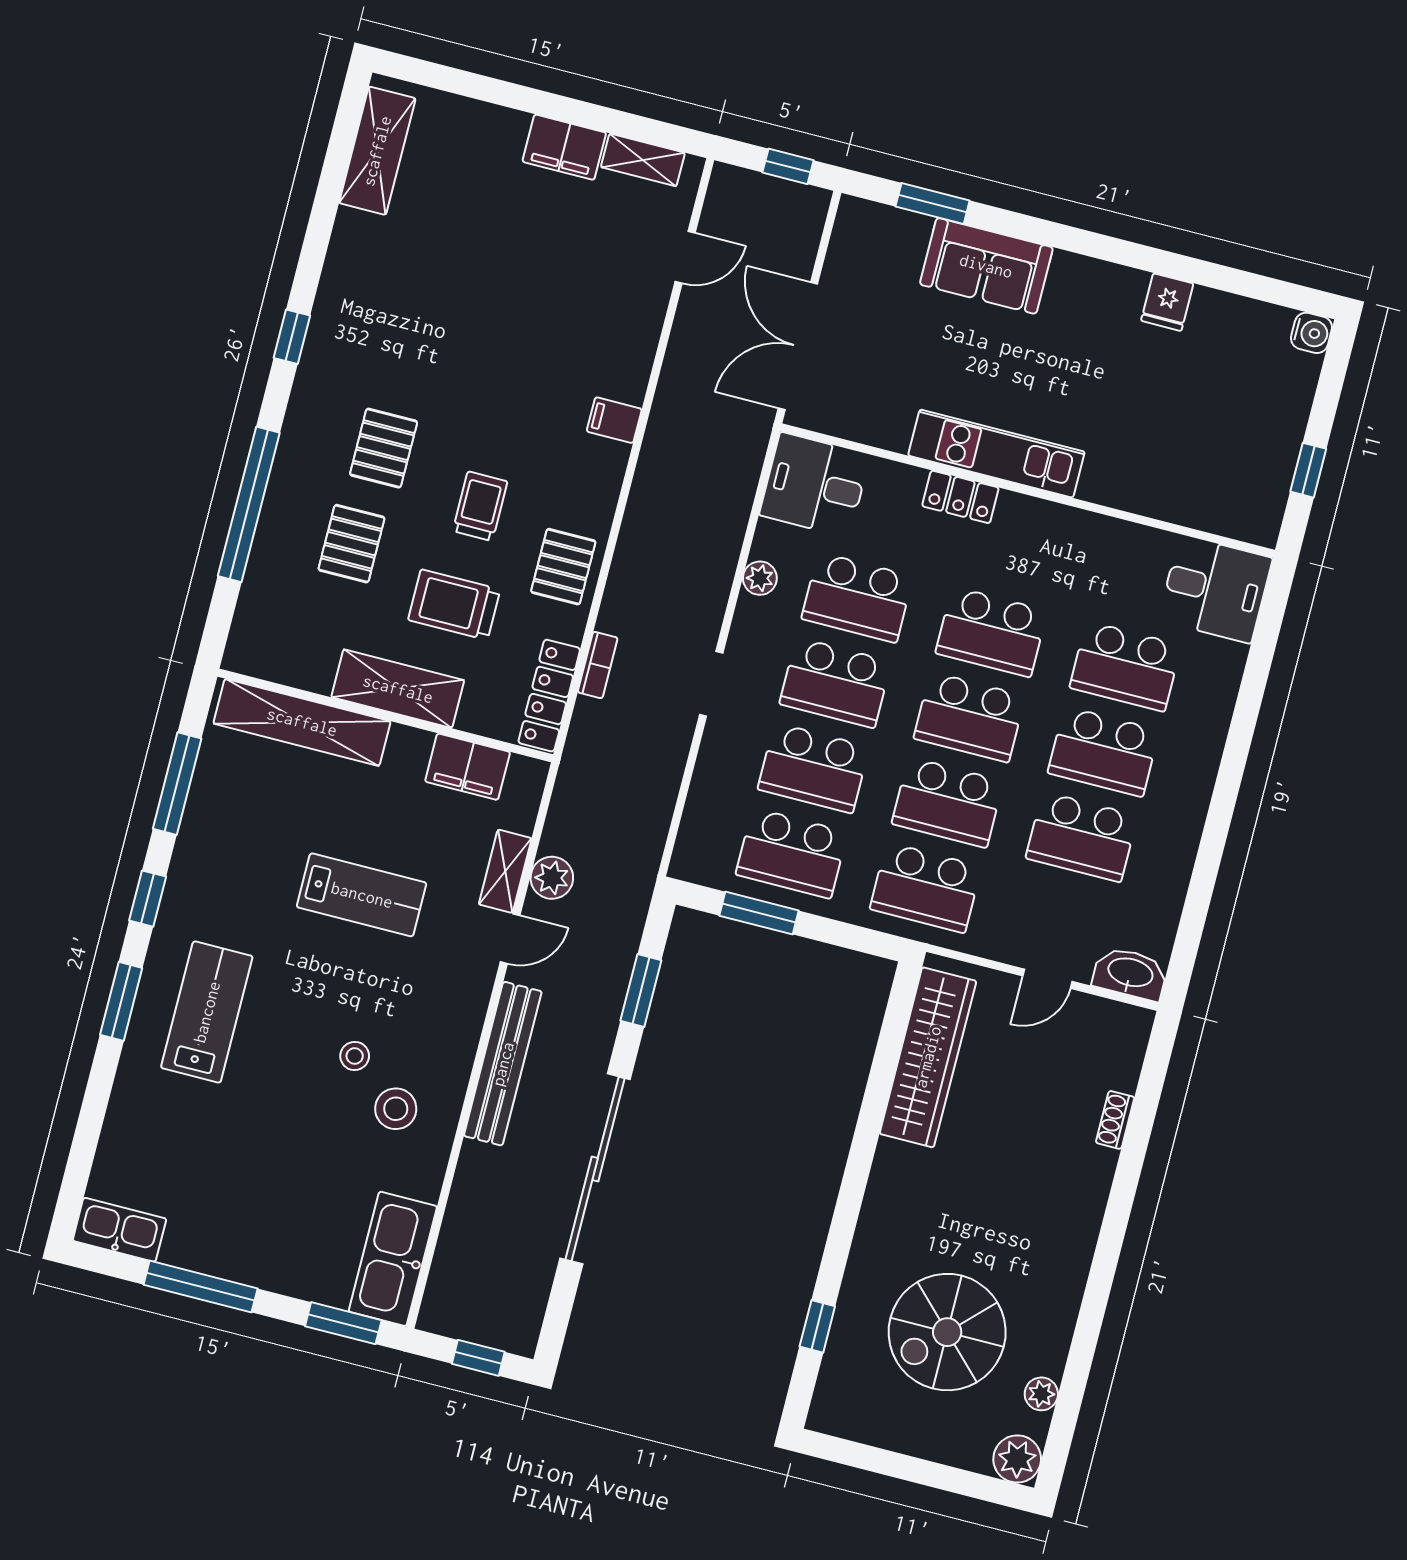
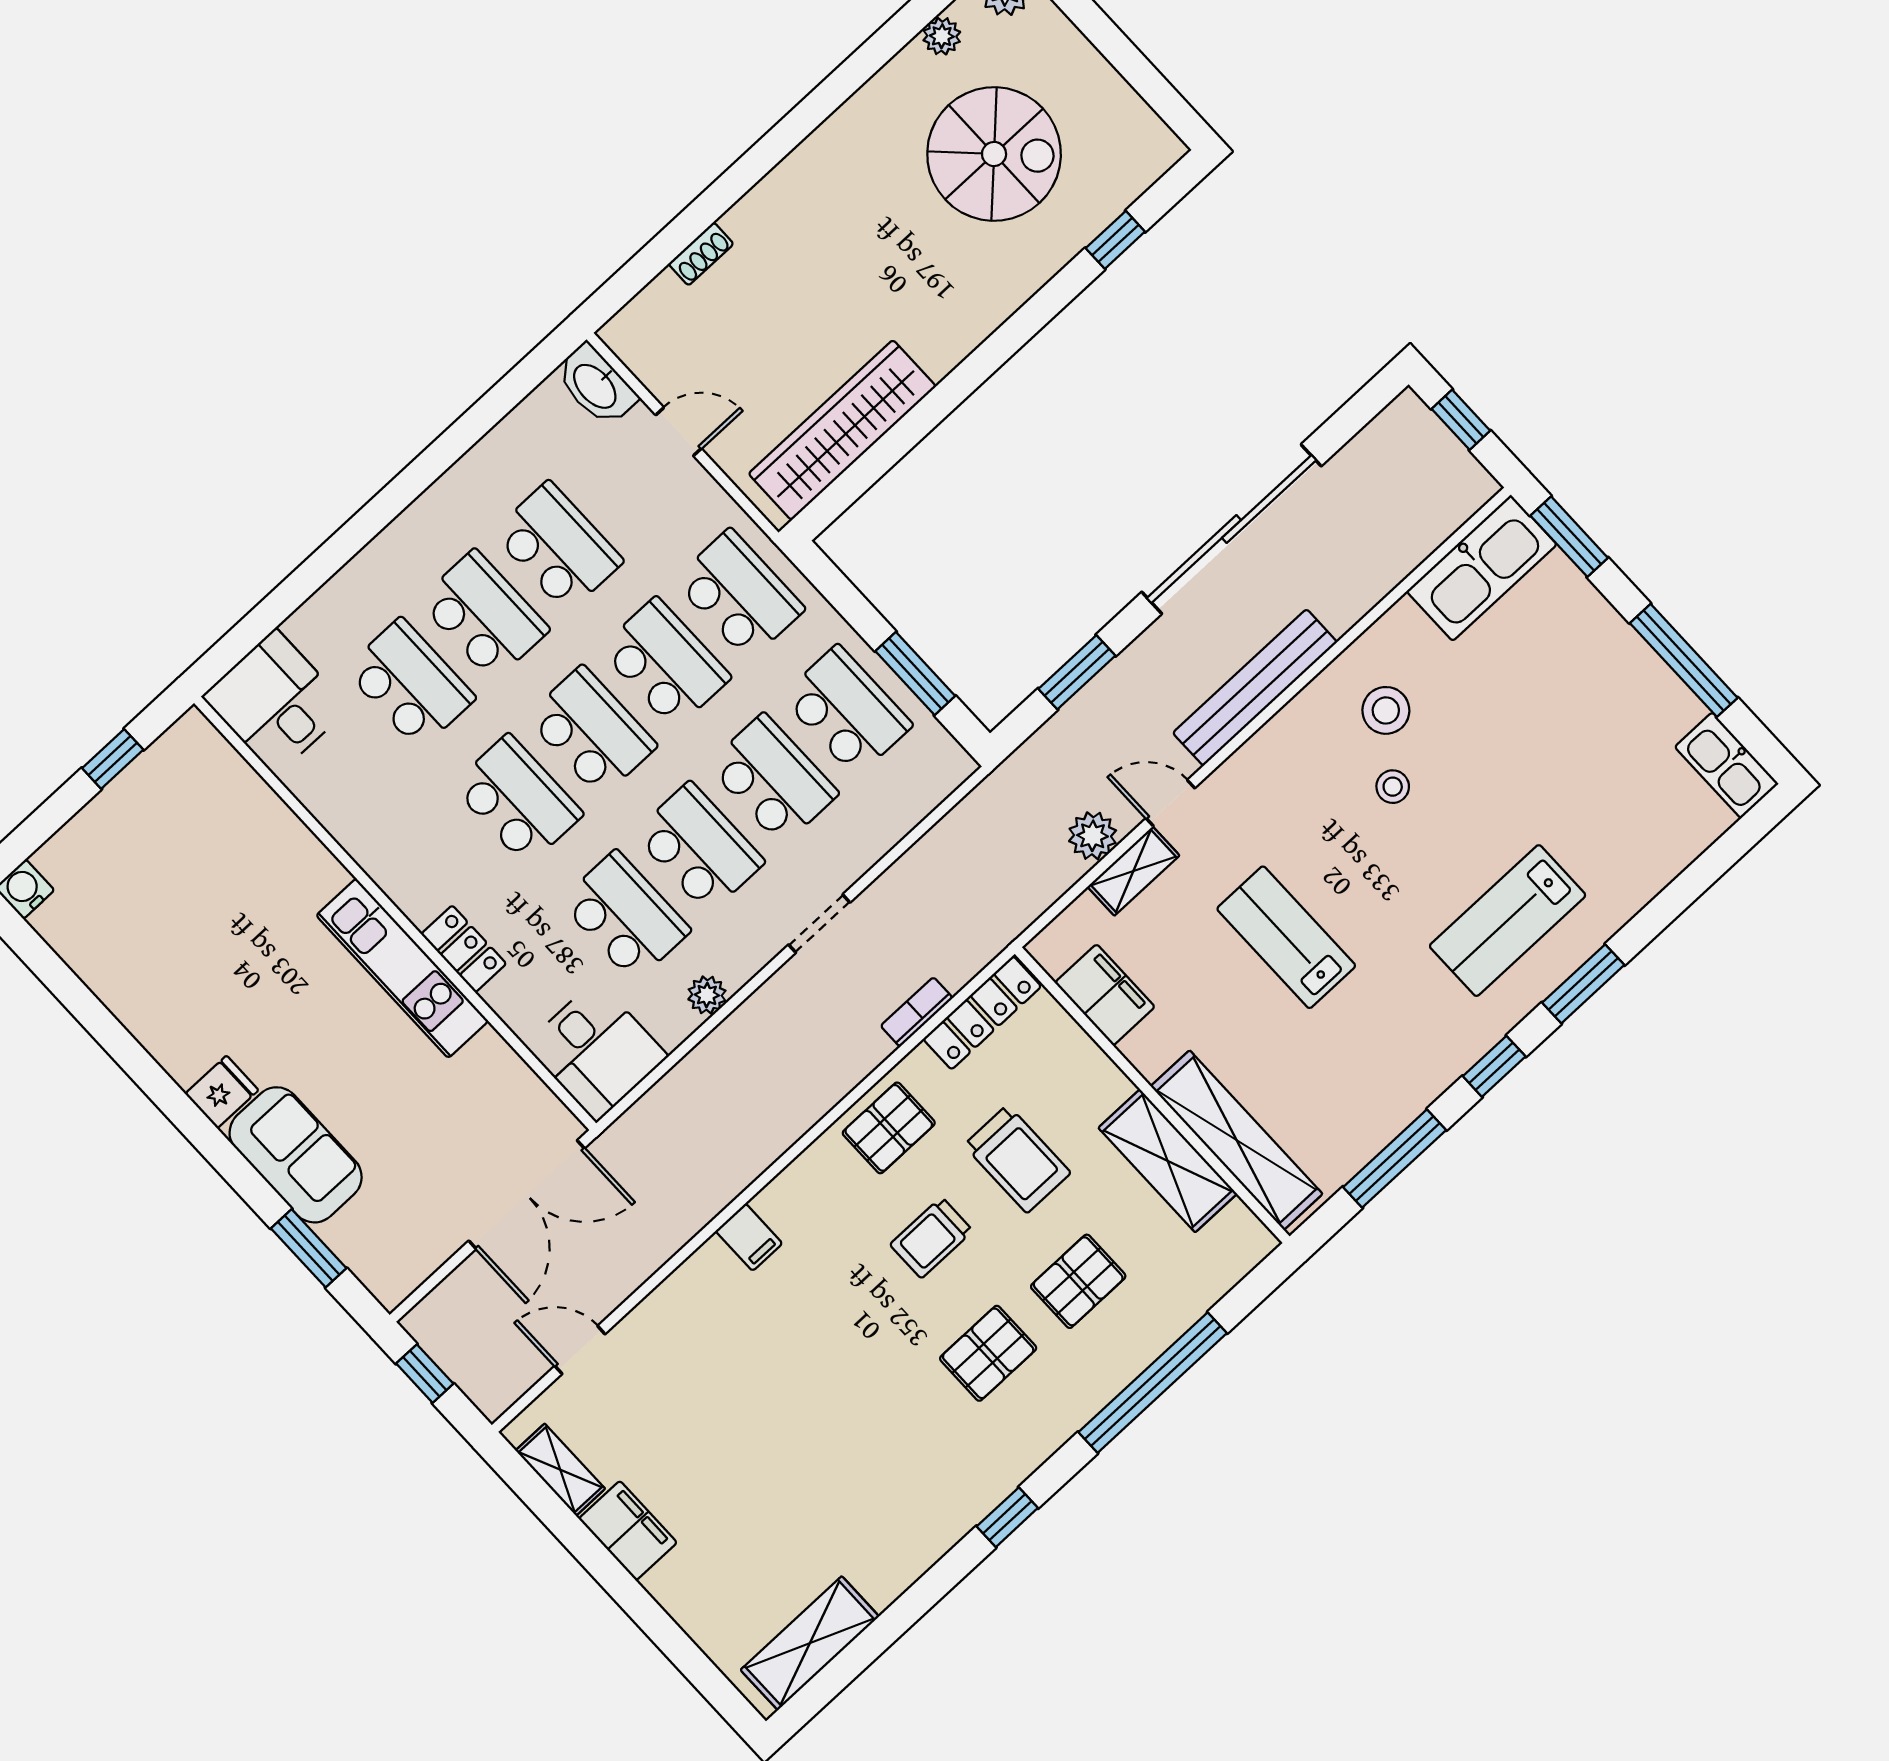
fridge: (1167, 302) -> (222, 1092), moved
shelving: (398, 689) -> (1168, 1161), moved

